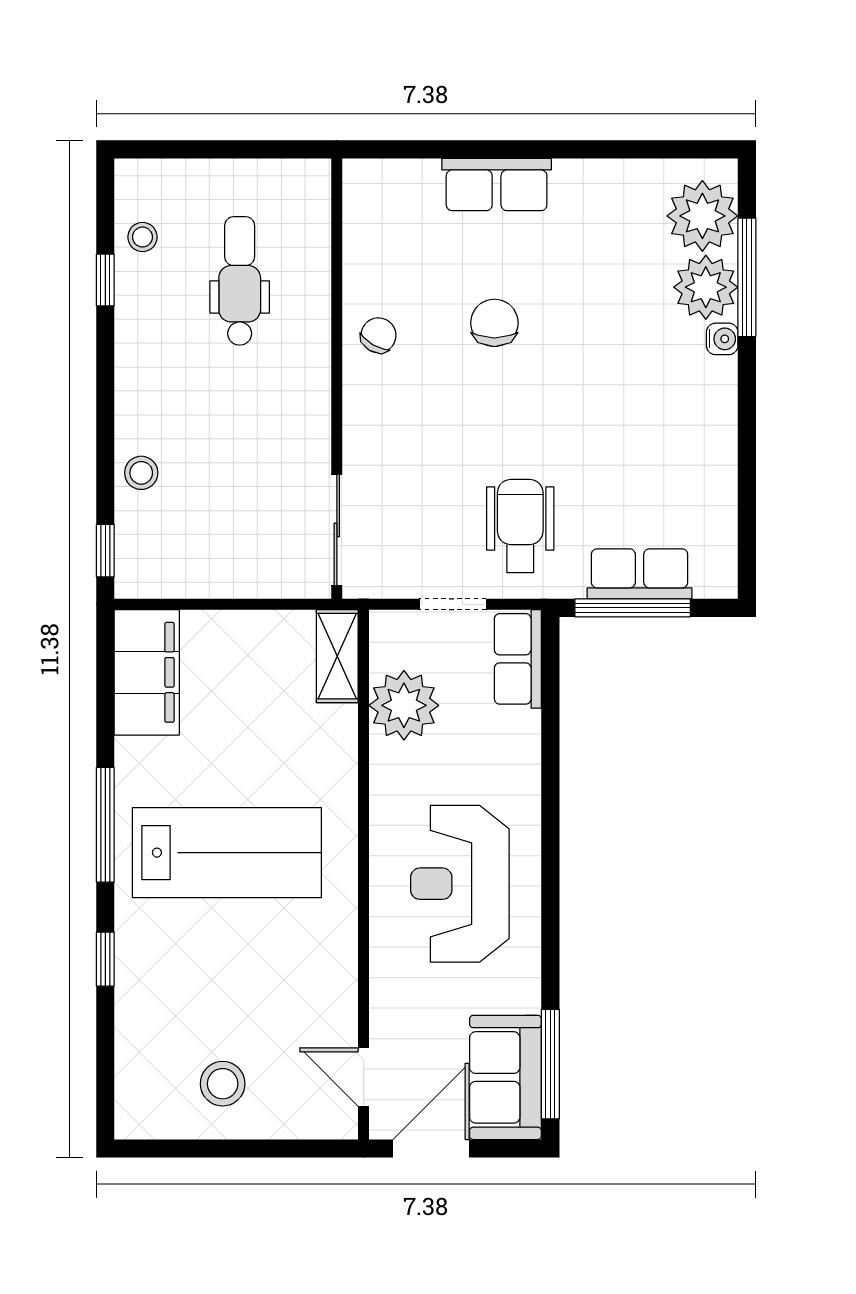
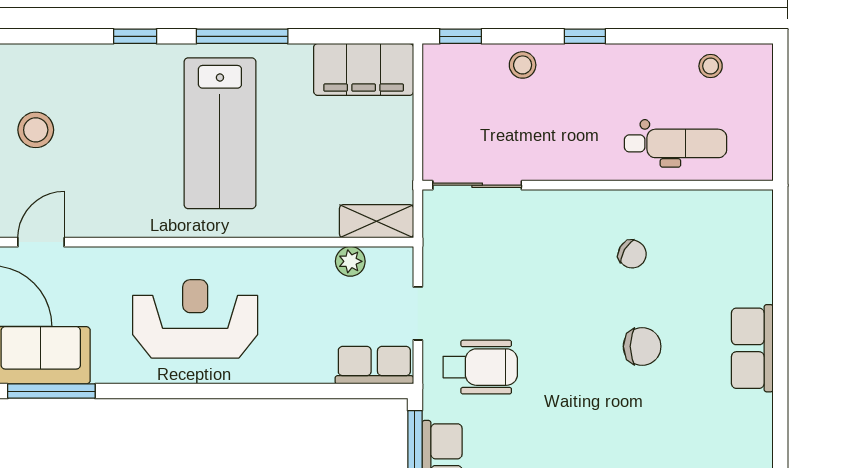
window: (105, 280) -> (585, 36), moved
wall: (337, 379) -> (598, 185), moved
sliding door: (337, 530) -> (477, 185), moved
plant: (404, 705) -> (350, 261), width x0.53, depth x0.53

